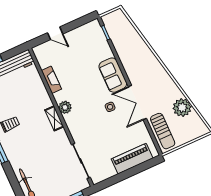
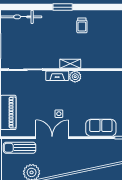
sofa: (113, 75) -> (101, 128), moved
fireplace: (51, 80) -> (57, 76), moved

